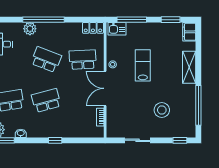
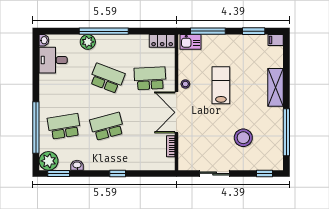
filing cabinet: (189, 32) -> (276, 40), width x0.50

